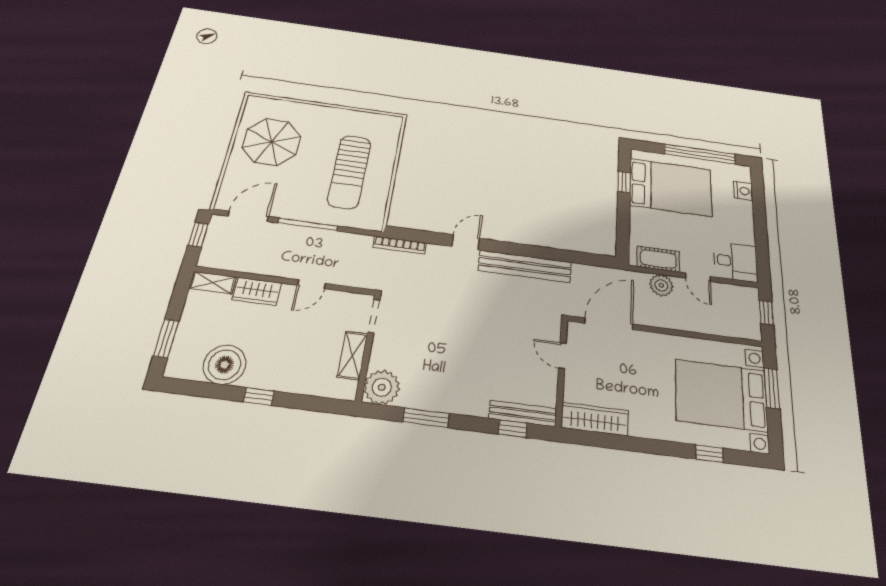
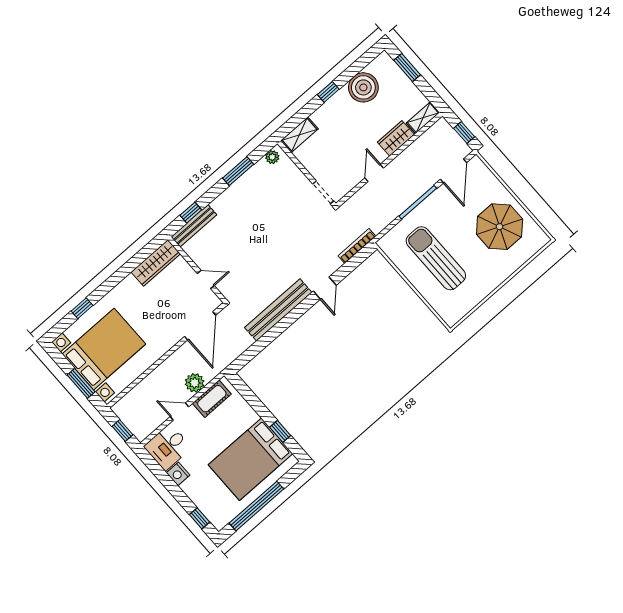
window: (758, 189) -> (200, 518), added
nightstand: (743, 191) -> (178, 474), moved
shelving: (353, 355) -> (299, 135), moved, turned 90
plant: (382, 387) -> (272, 157), width x0.53, depth x0.53

